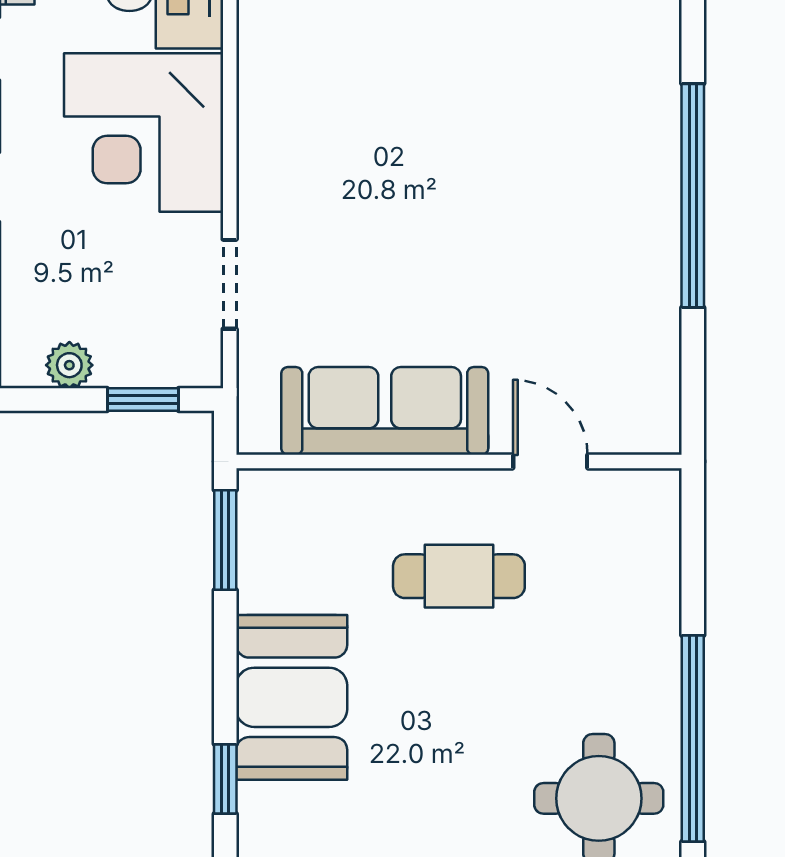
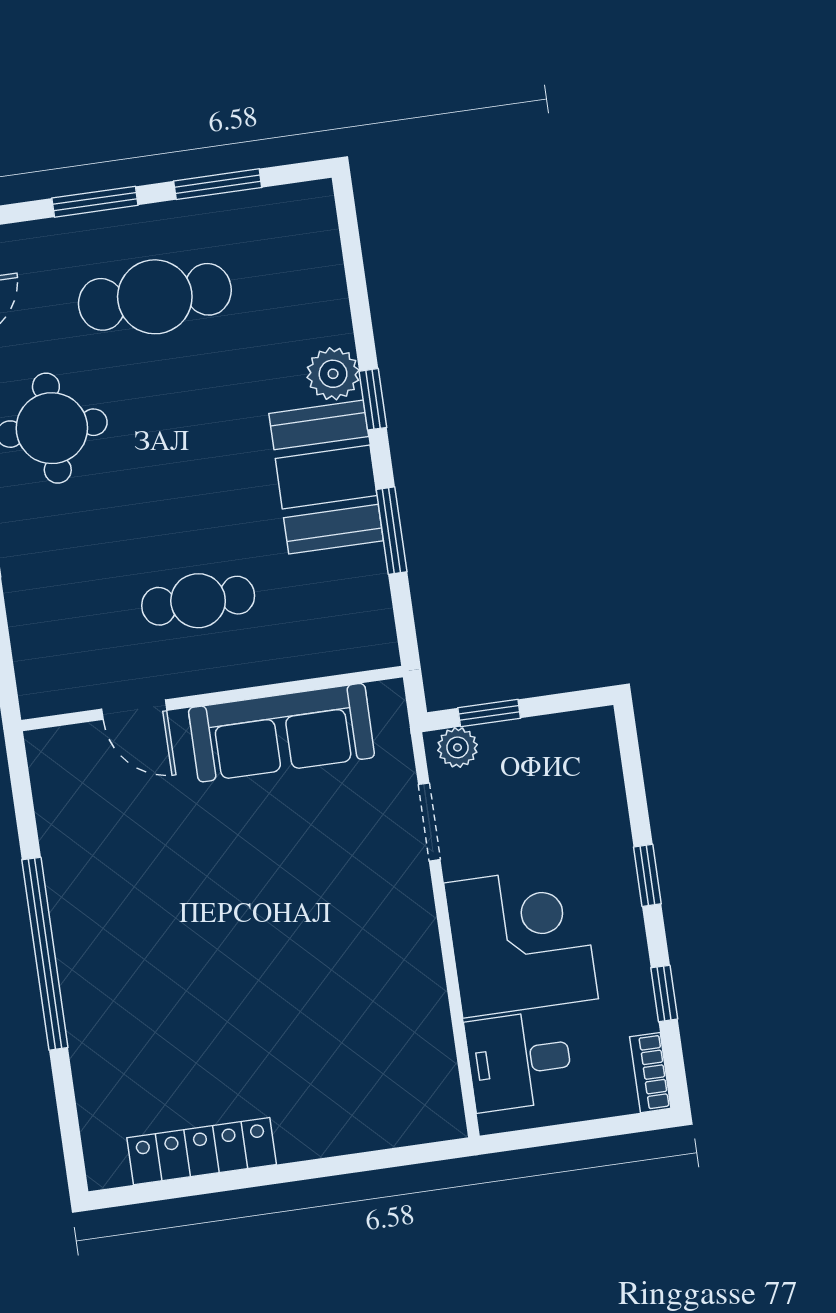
plant: (69, 365) -> (457, 747), moved
window: (225, 540) -> (392, 531), moved
plant: (267, 815) -> (333, 374), added

